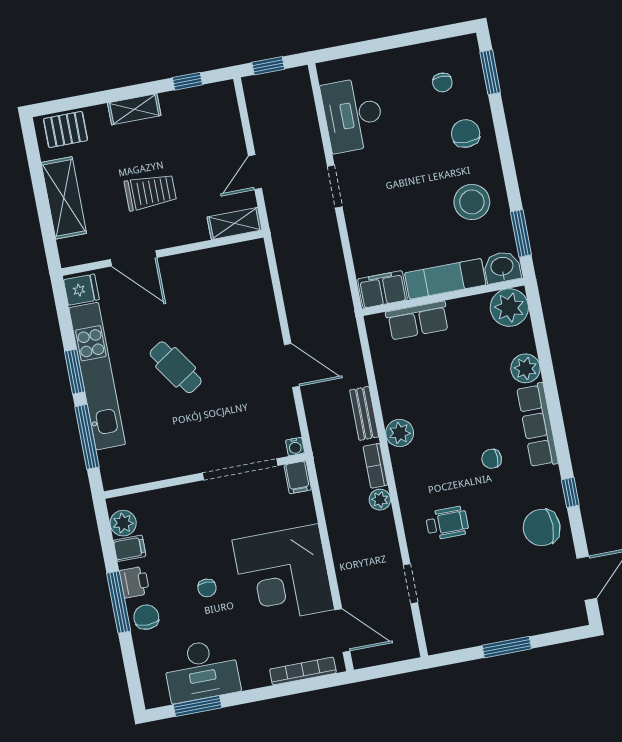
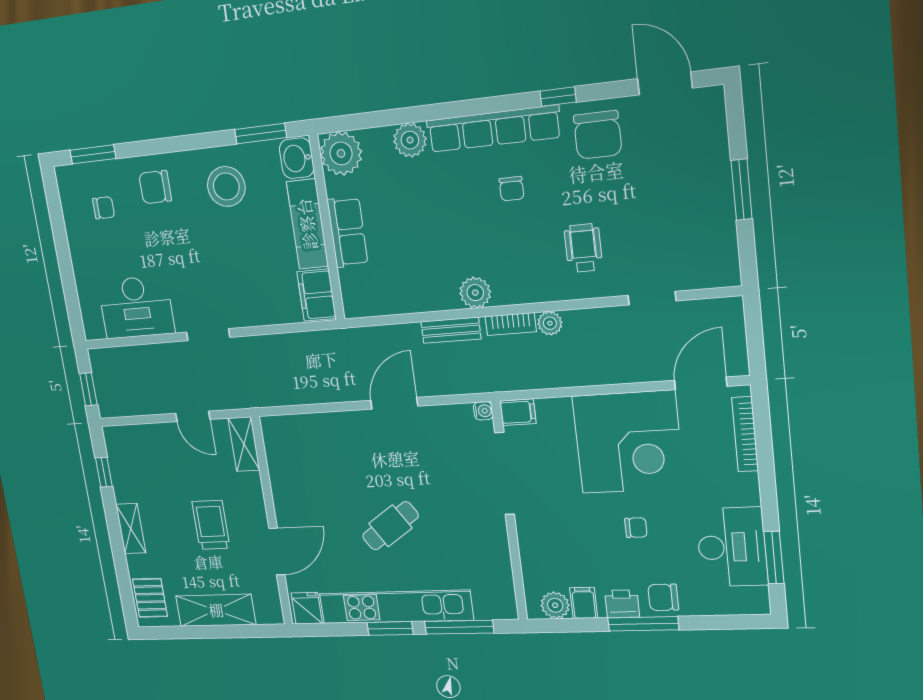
row of seats: (418, 320) -> (347, 232), moved
row of seats: (537, 425) -> (494, 129), width x1.36

